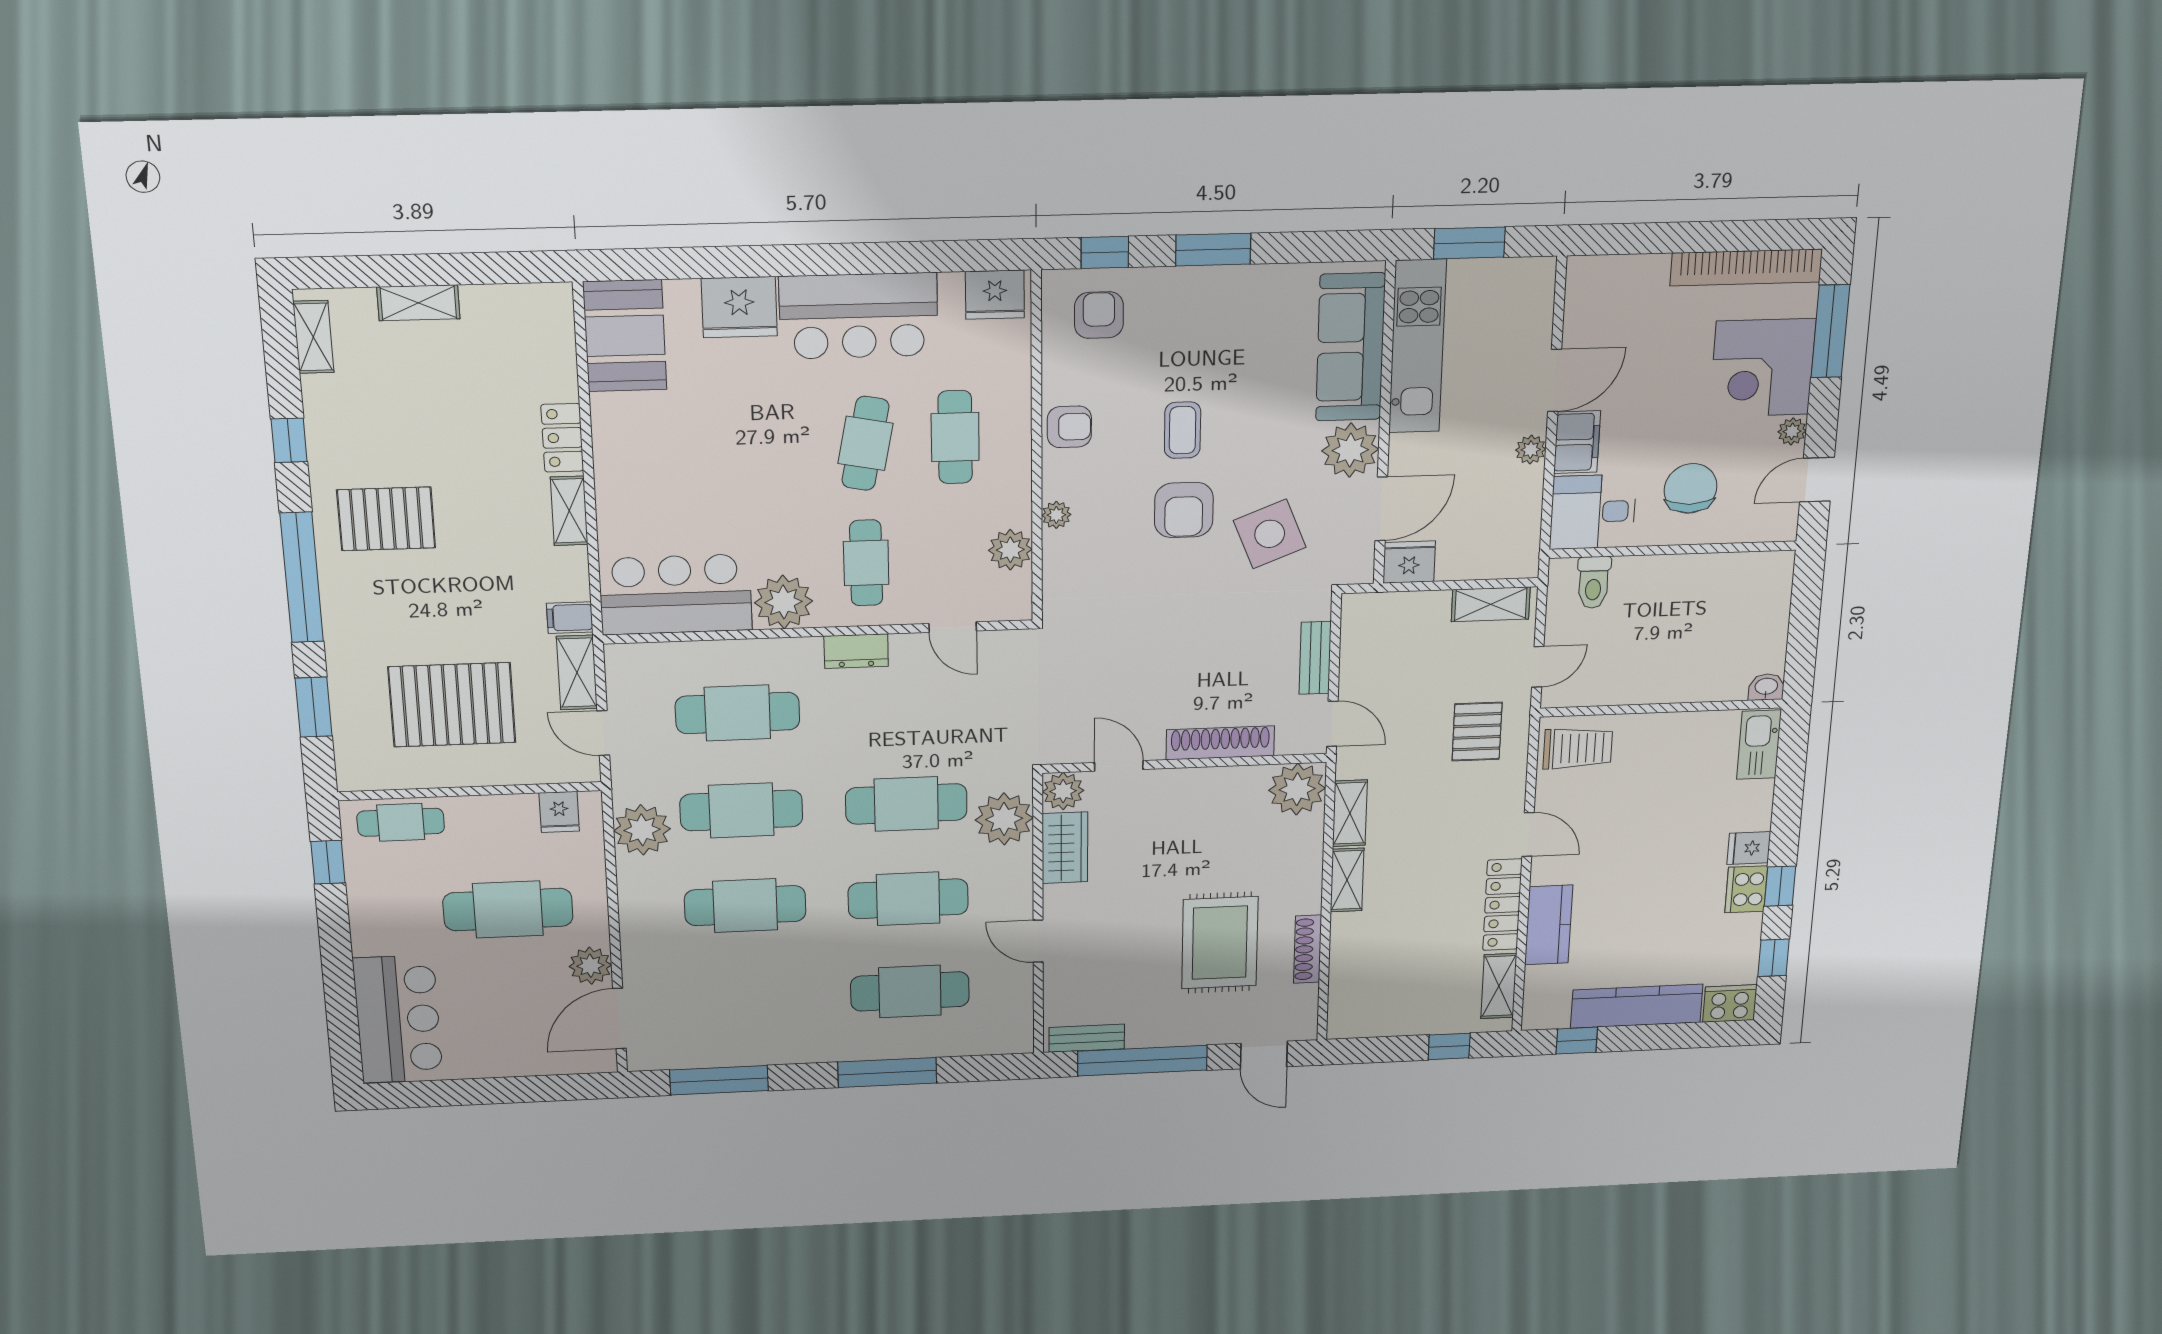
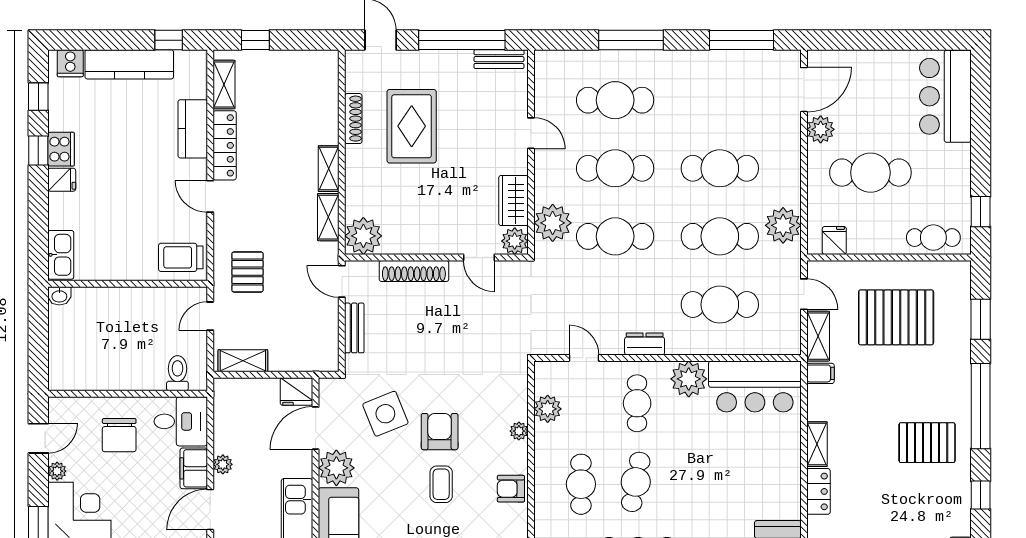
cooker: (1730, 1003) -> (70, 63), width x0.73

